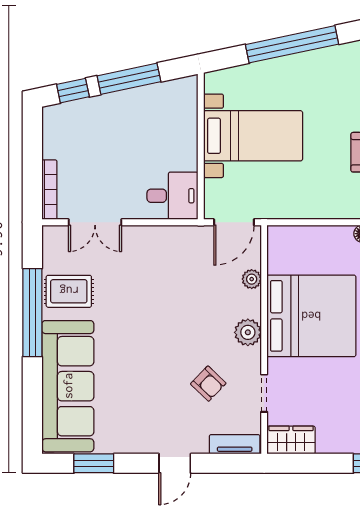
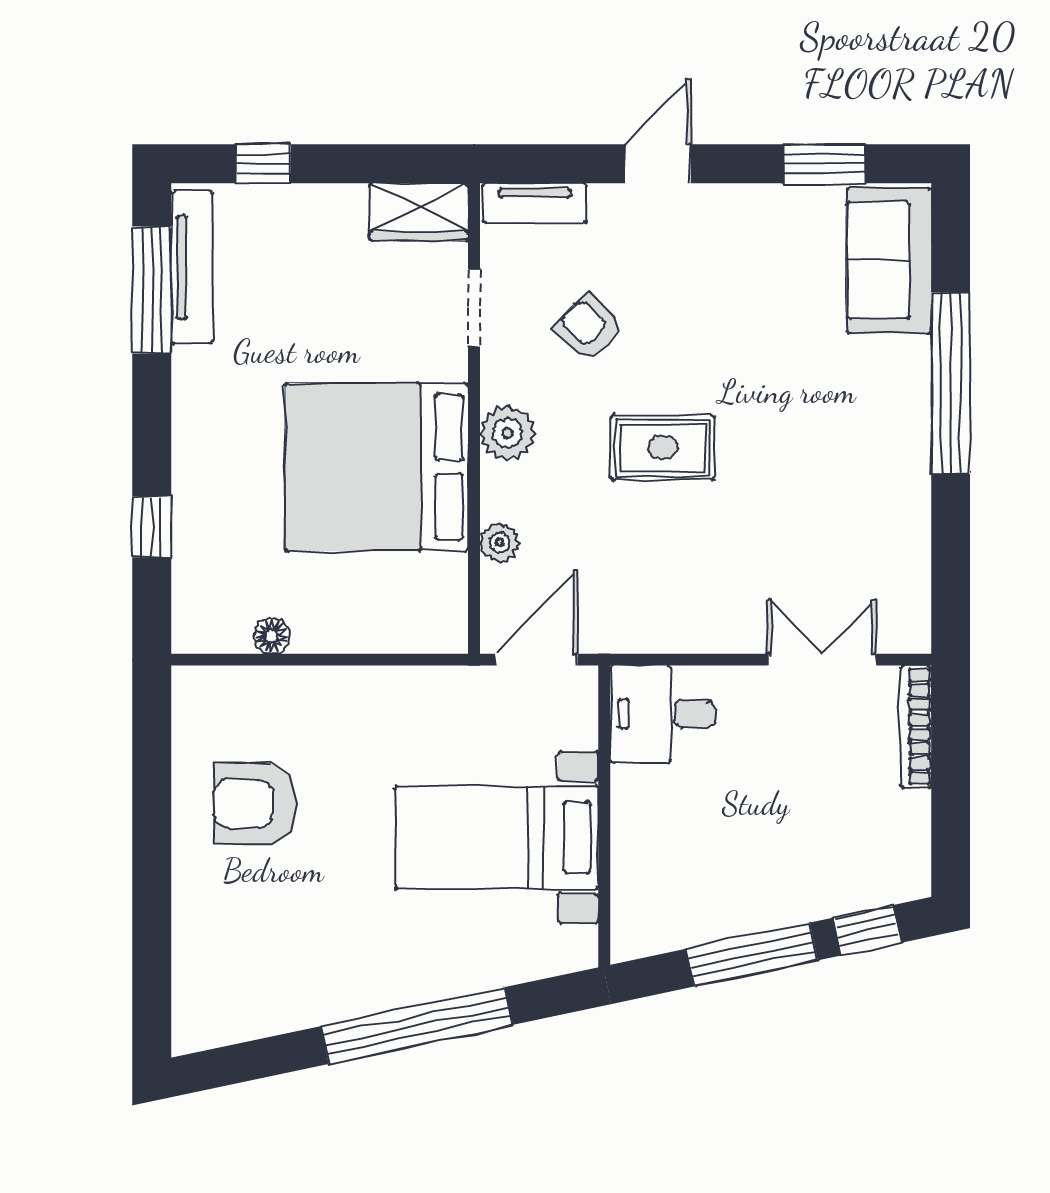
rug: (69, 291) -> (663, 448), moved
window: (32, 313) -> (951, 383), moved
sofa: (68, 386) -> (889, 260), width x0.54, depth x0.79

